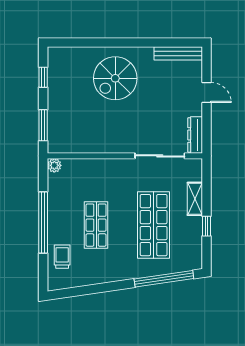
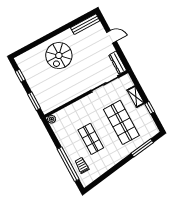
window: (43, 222) -> (68, 164), moved
window: (164, 279) -> (142, 148), width x0.68

